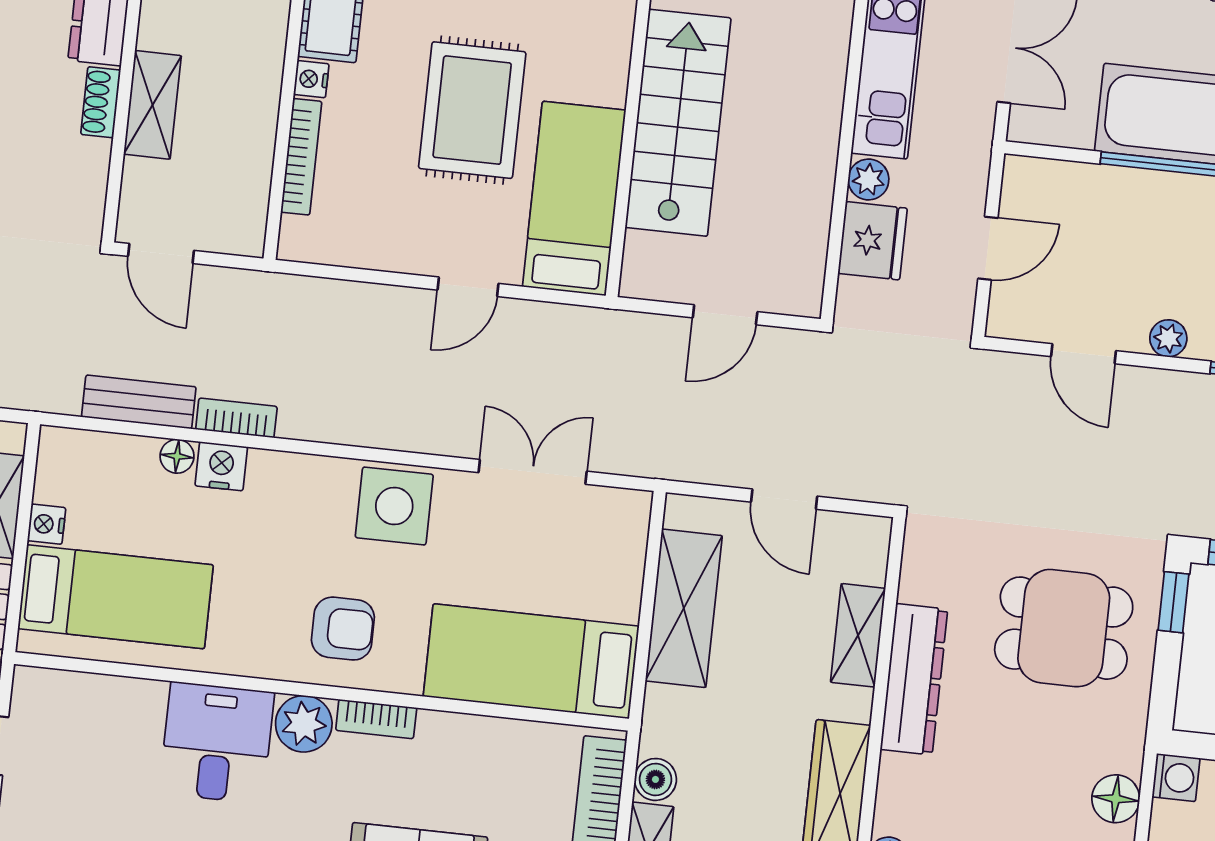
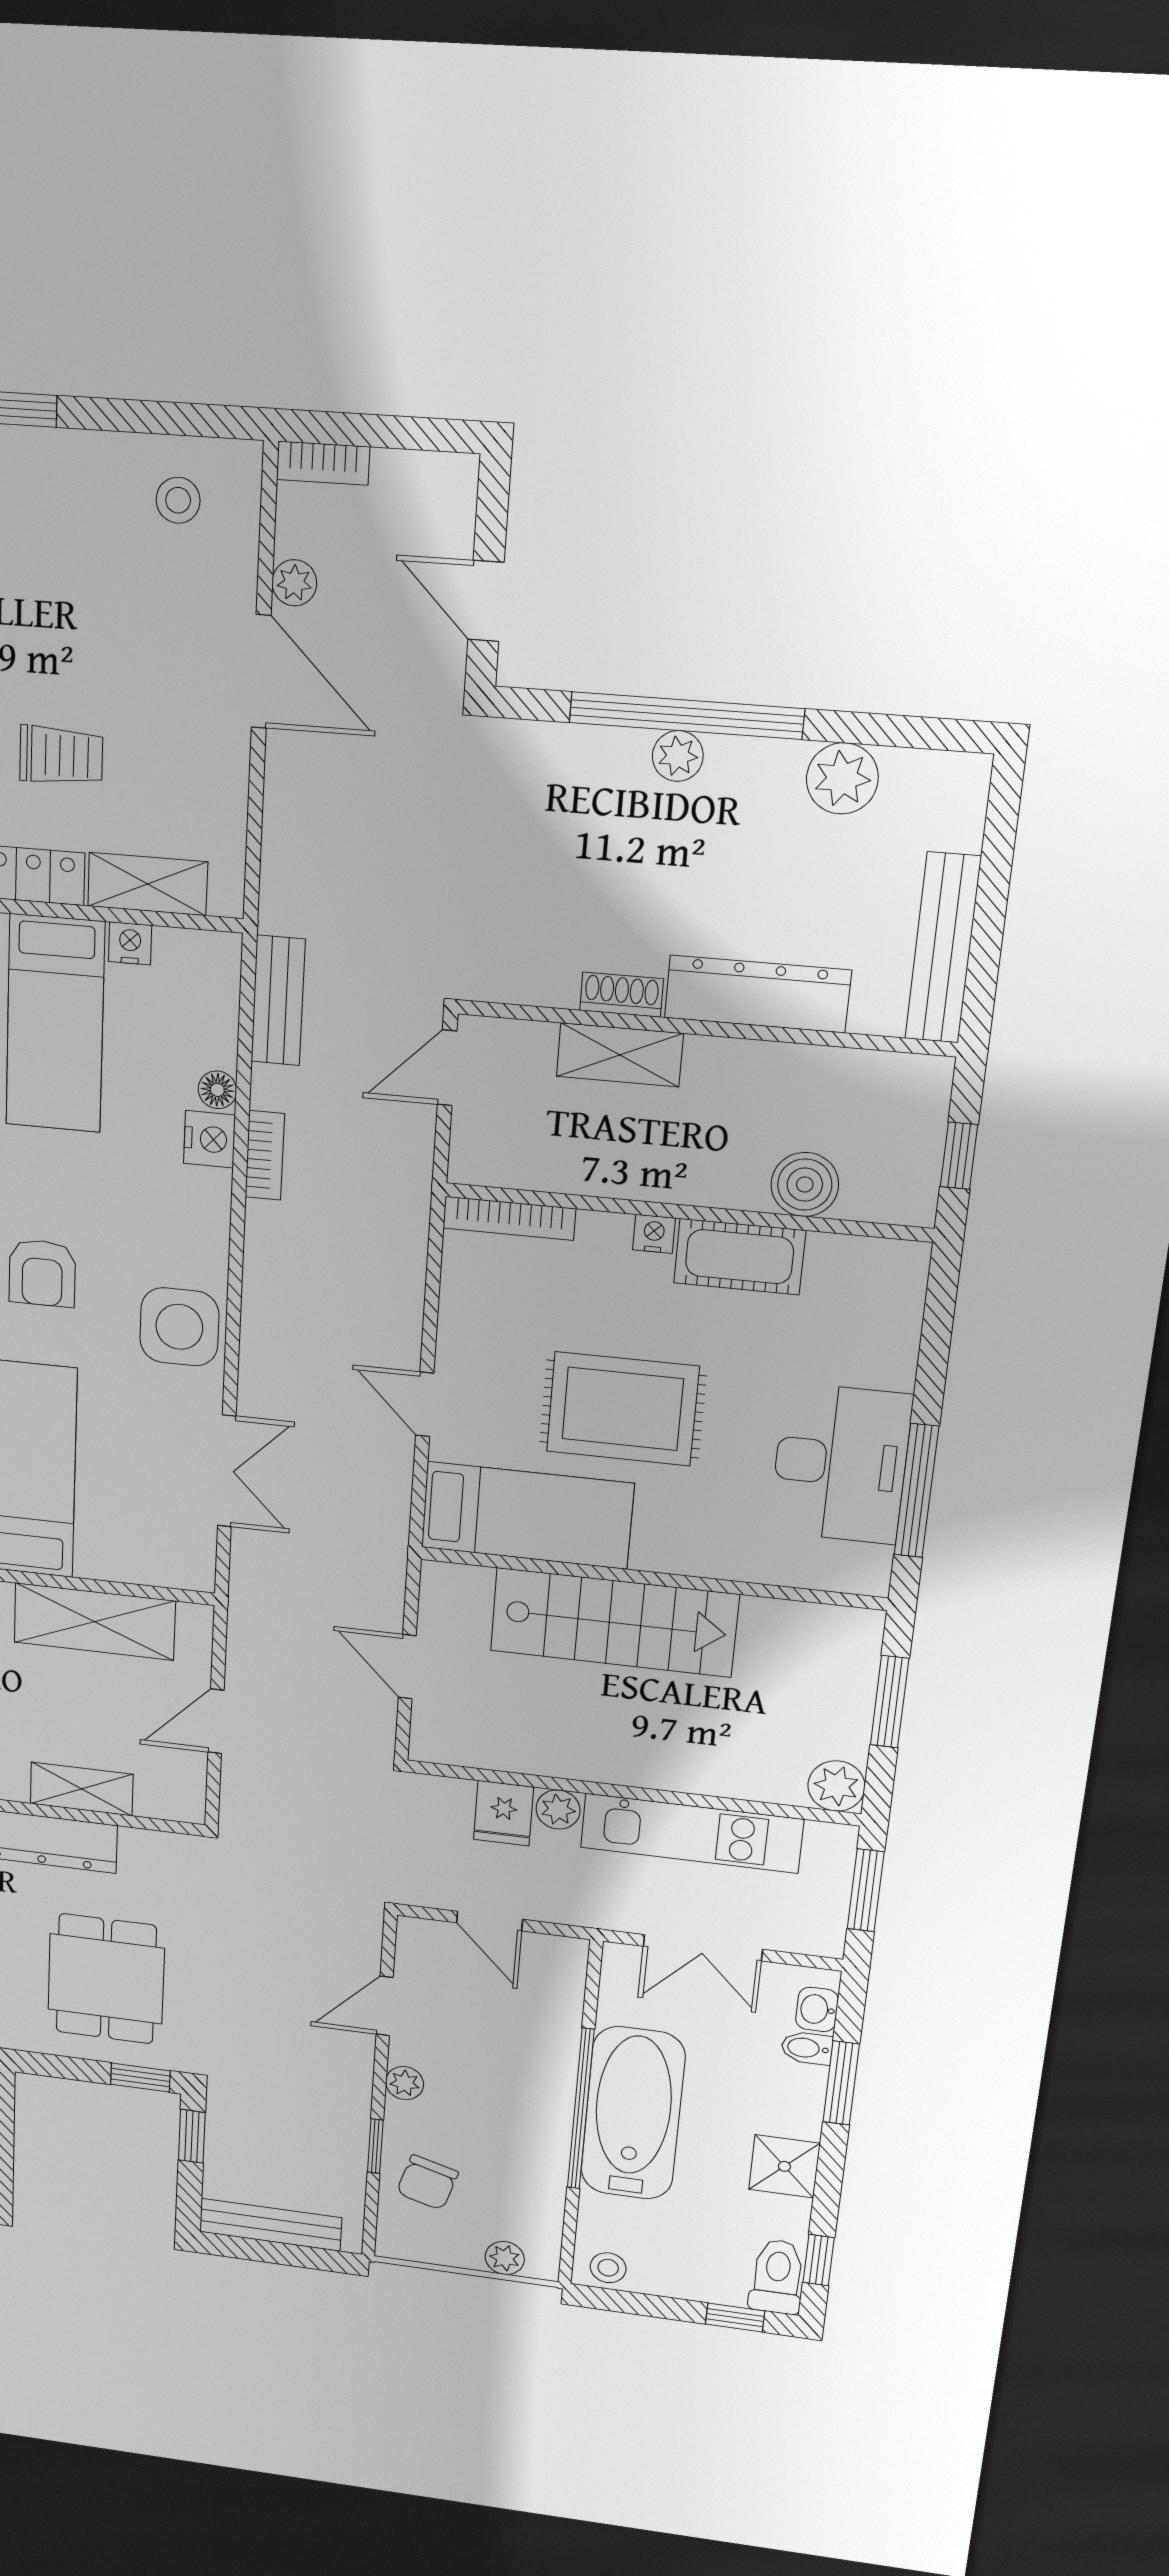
bookcase: (301, 157) -> (509, 1218), moved
fridge: (873, 241) -> (503, 1813), width x0.72
bench: (139, 402) -> (278, 1001), moved

